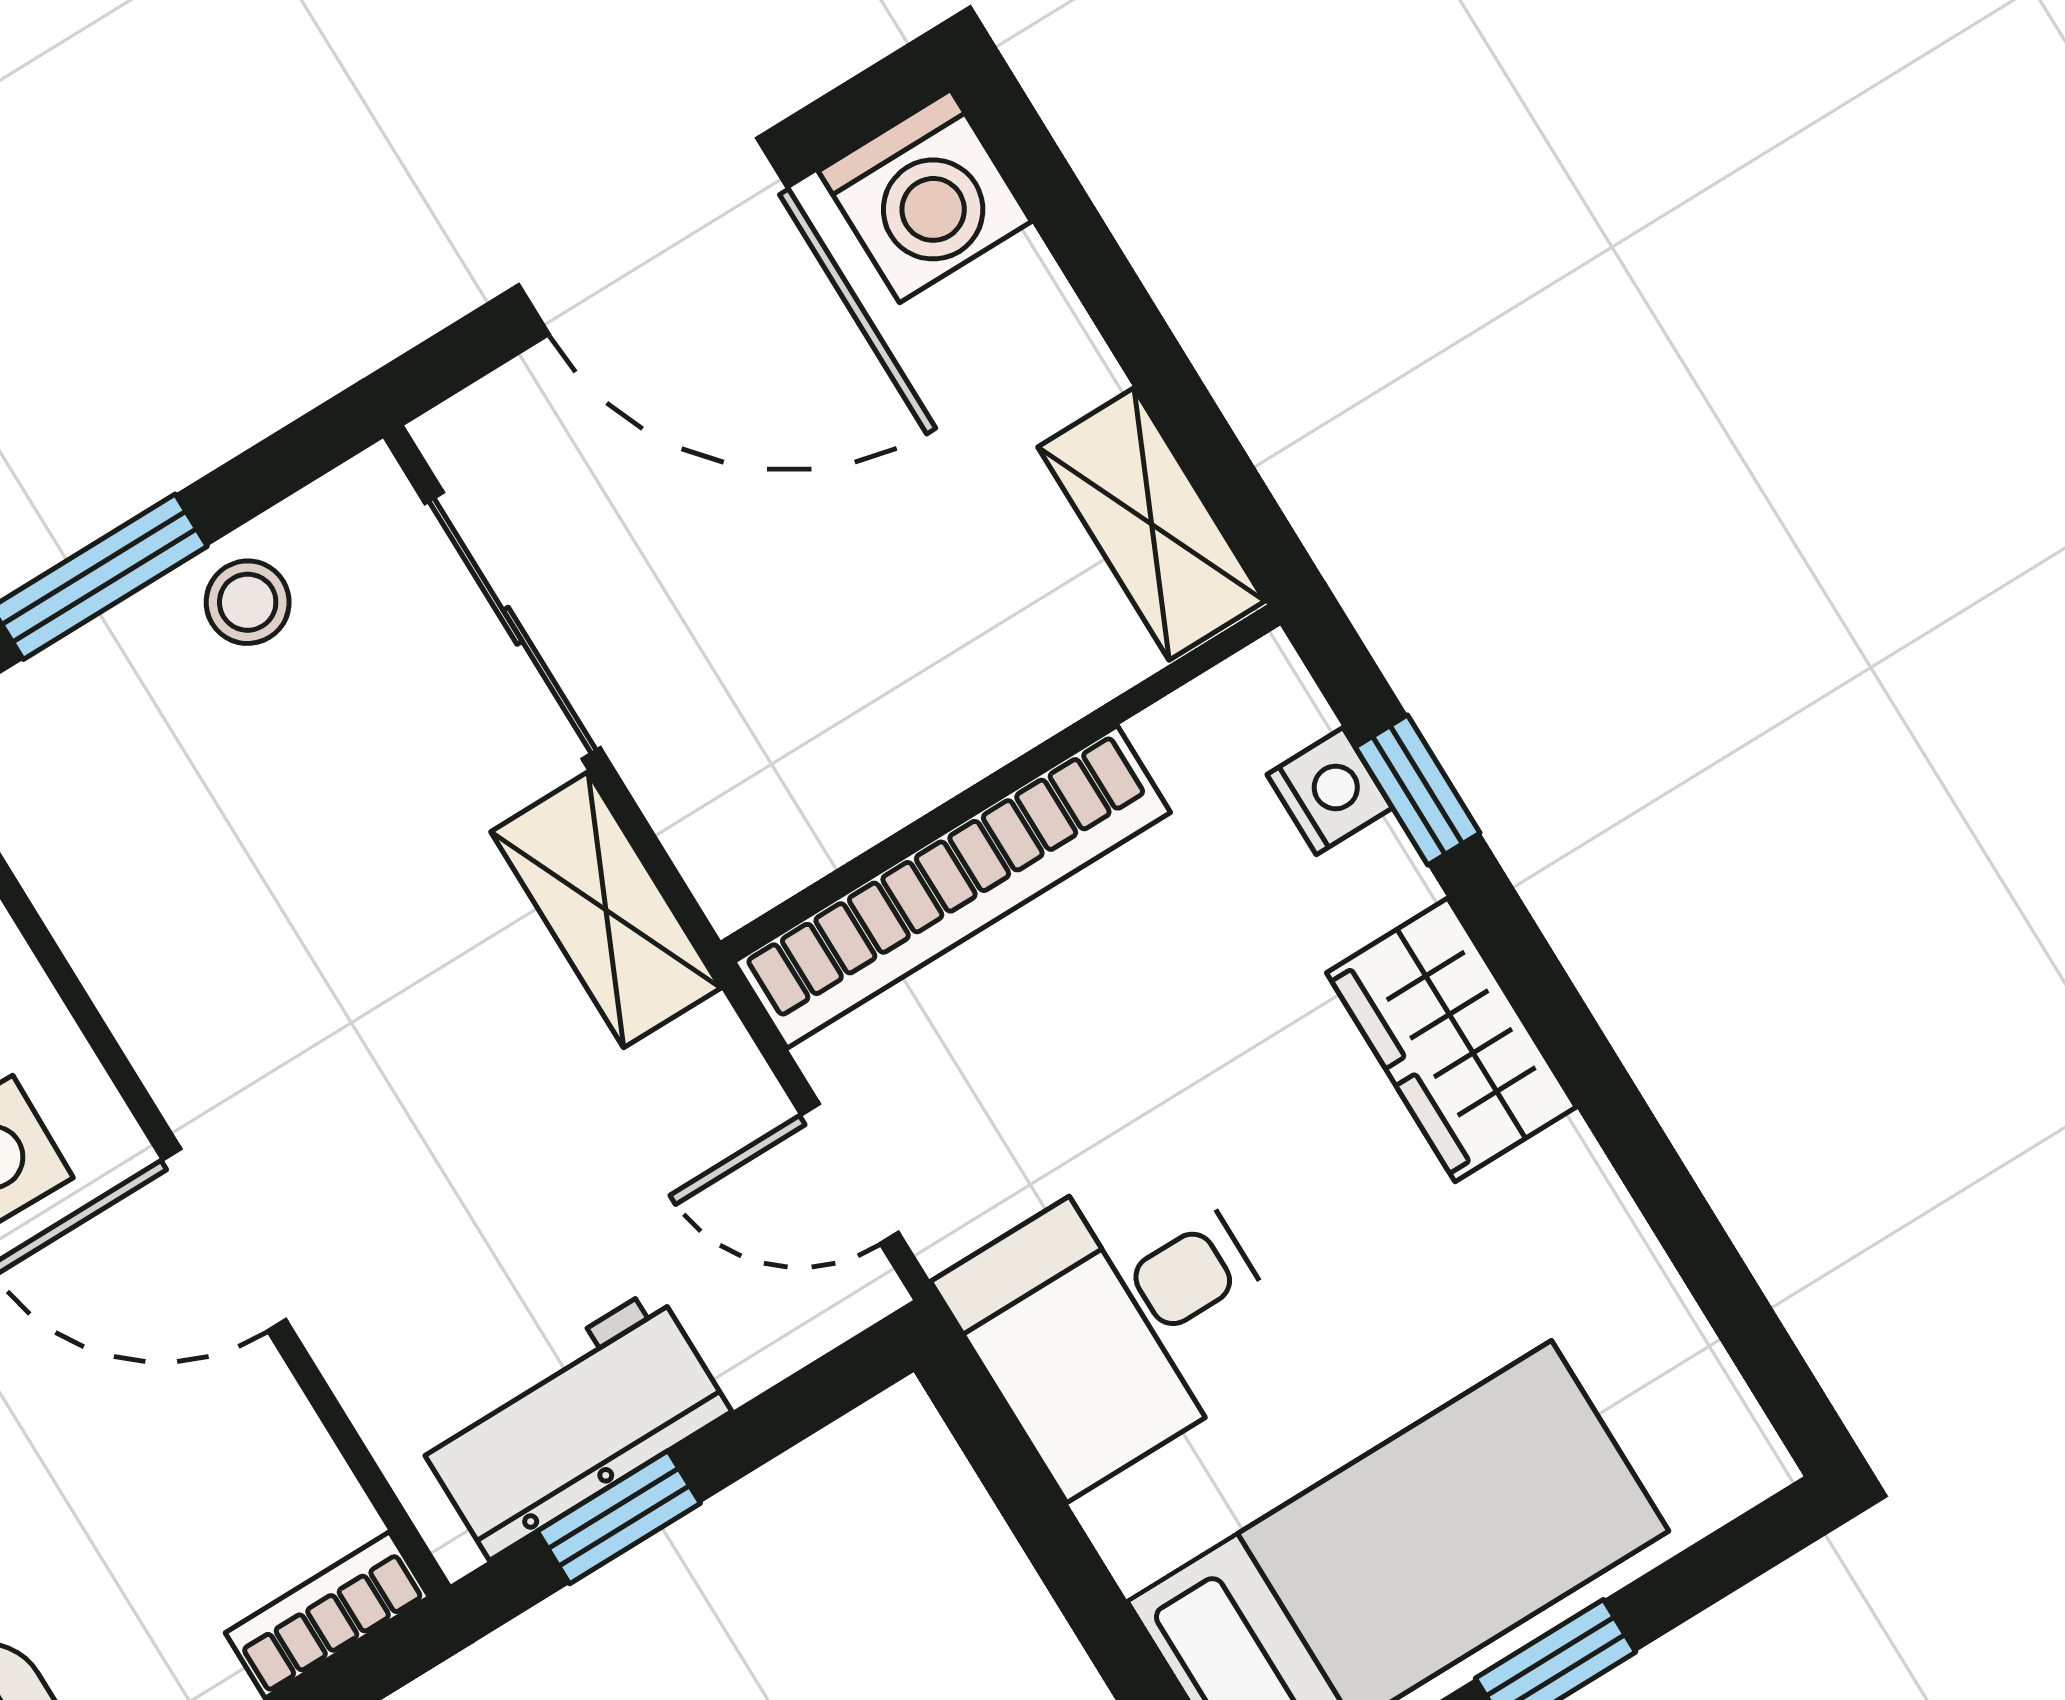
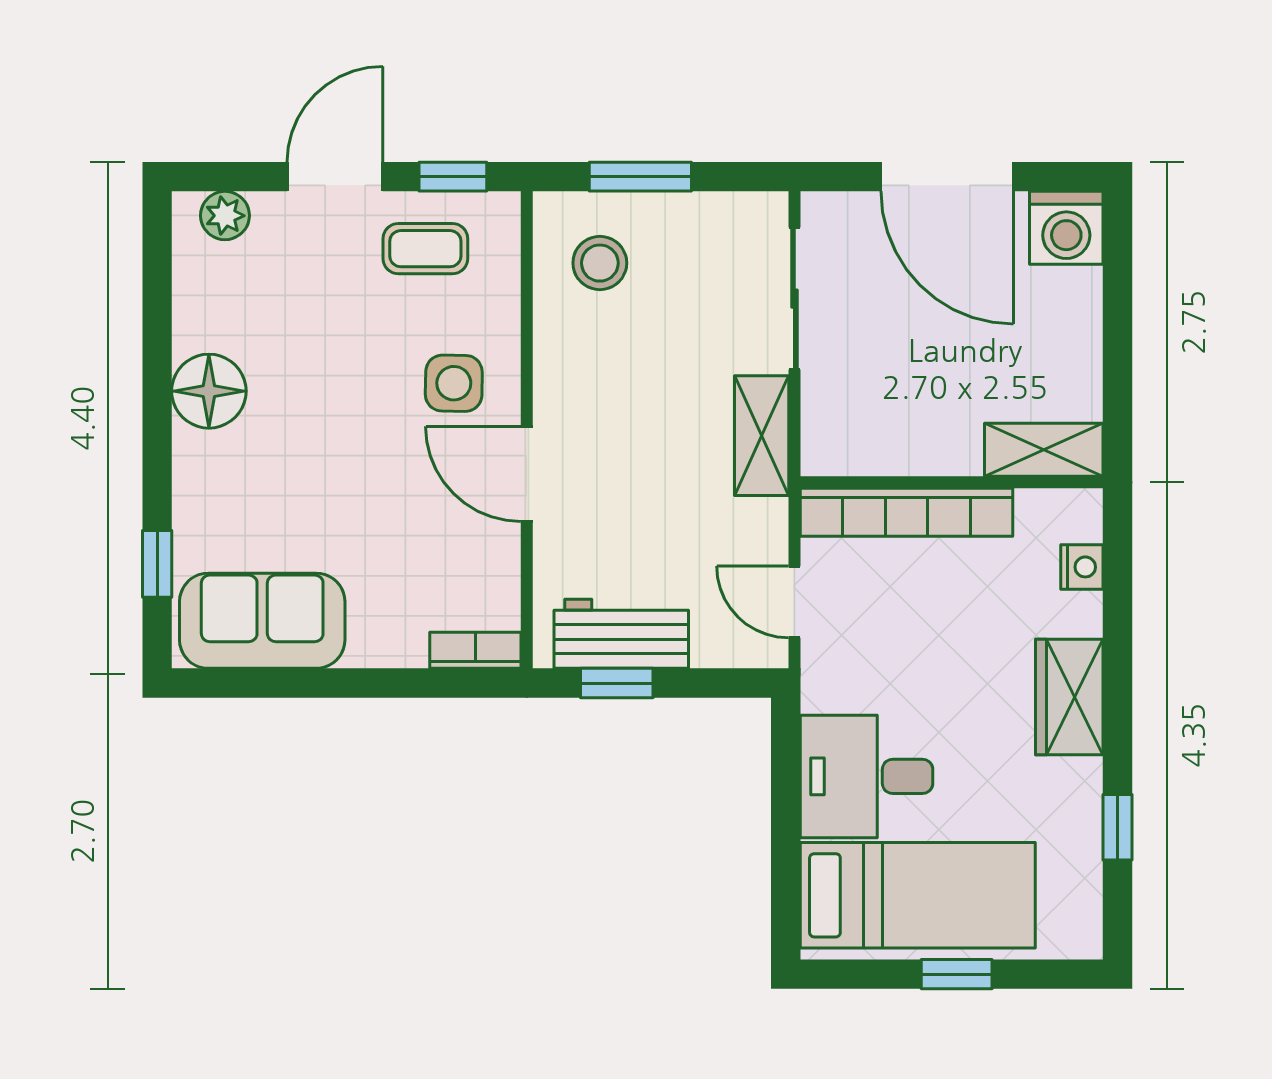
shelving: (1151, 524) -> (1044, 450), moved, turned 90
stool: (248, 602) -> (600, 263), moved, width x1.37, depth x1.37
window: (1418, 790) -> (1118, 827), moved
desk: (1118, 1319) -> (867, 776), moved

